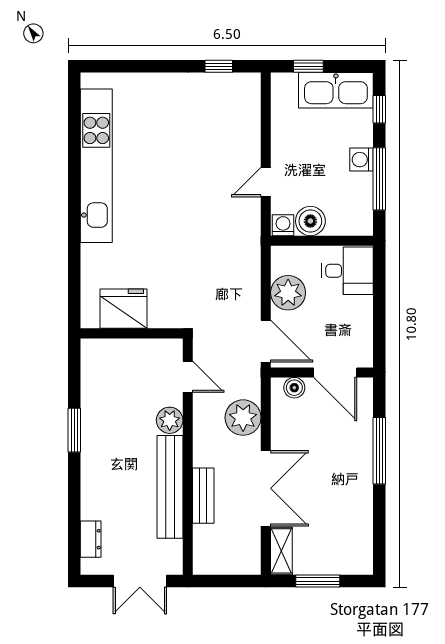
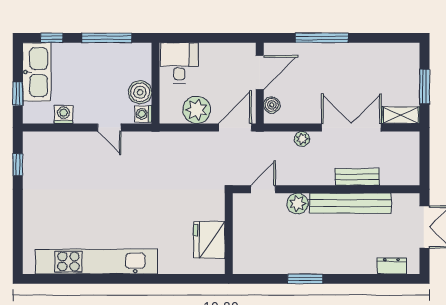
washing machine: (362, 160) -> (63, 114), moved, turned 180
plant: (243, 418) -> (302, 139), width x0.53, depth x0.53

